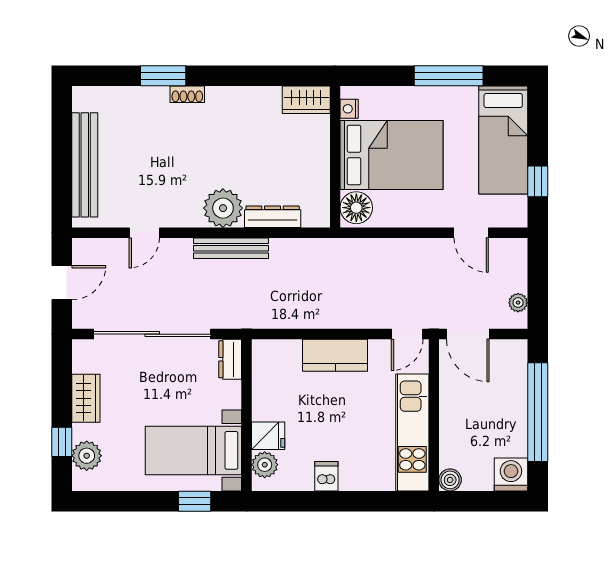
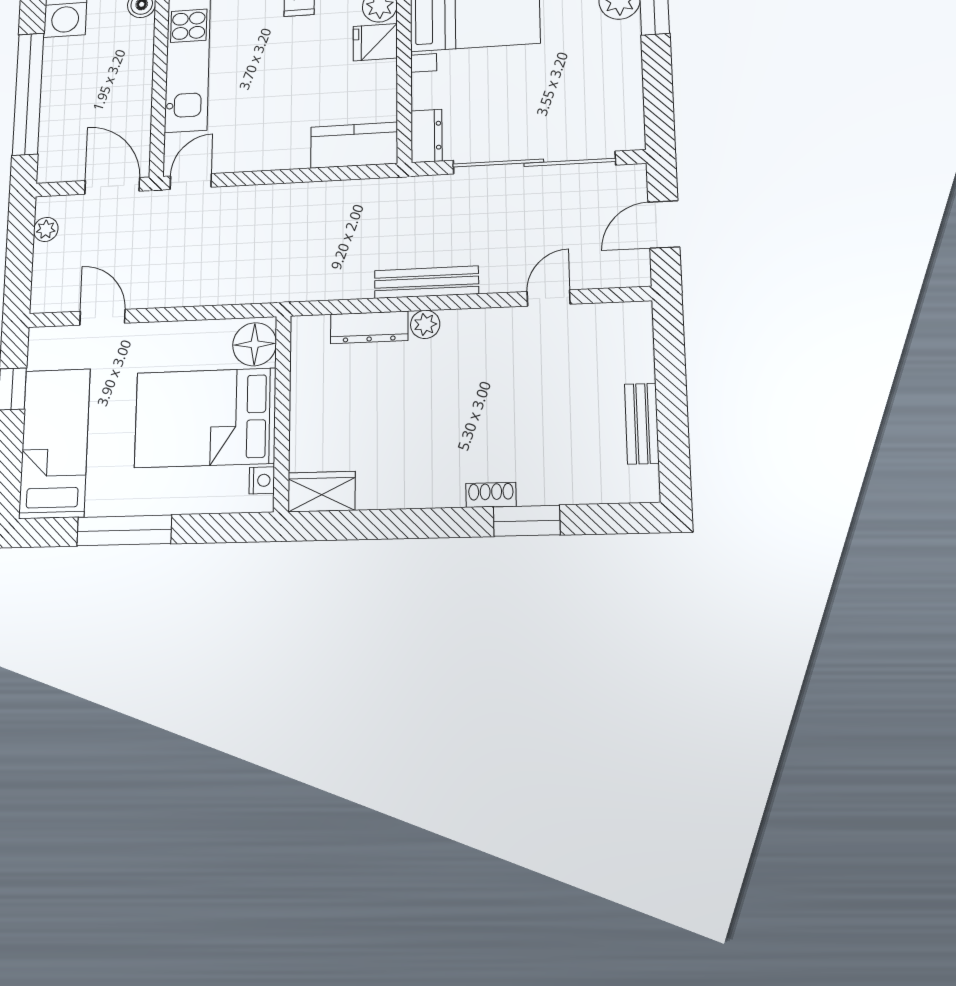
bench: (85, 165) -> (642, 424), width x0.54, depth x0.82
plant: (223, 208) -> (425, 324), width x0.53, depth x0.53
kitchen counter: (335, 355) -> (354, 145), moved
wardrobe: (86, 398) -> (623, 74), removed

